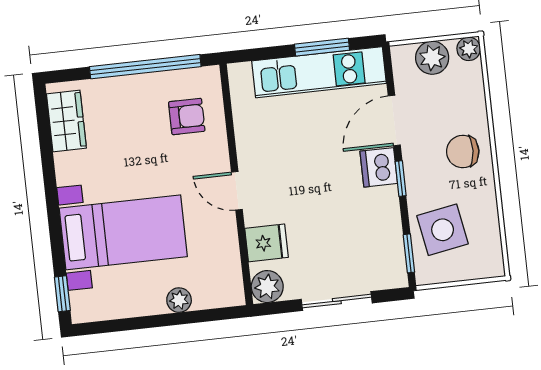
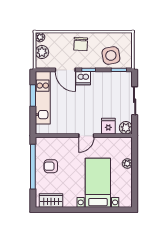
armchair: (187, 116) -> (51, 166), moved, turned -90
window: (62, 294) -> (120, 210), removed

